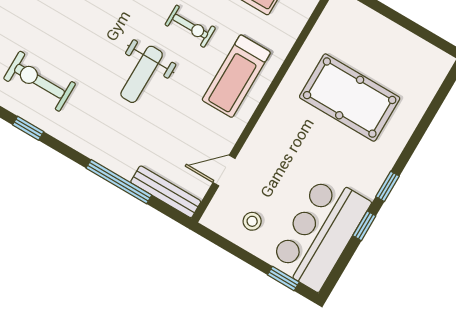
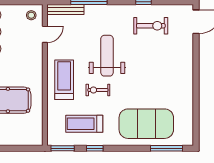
weight bench: (142, 74) -> (107, 56), width x1.36, depth x1.33
stool: (252, 221) -> (31, 15), moved

